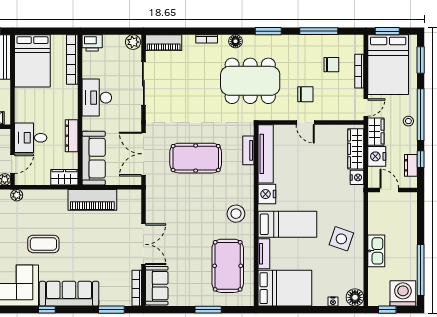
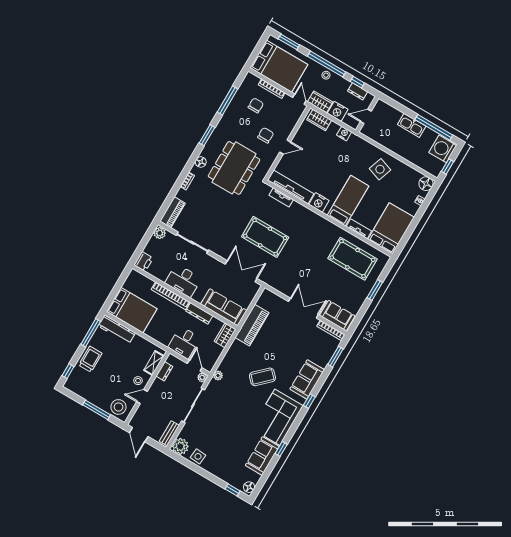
window: (387, 31) -> (255, 53), removed
bookcase: (72, 59) -> (170, 296), moved
wardrobe: (356, 149) -> (319, 120), width x0.67
double door: (143, 154) -> (241, 271), swing flipped
pool table: (196, 158) -> (265, 237), turned 90
stool: (236, 214) -> (320, 232), removed
coffee table: (43, 244) -> (262, 377), turned 46
kitchen sink: (376, 251) -> (412, 125), moved, turned 180
sofa: (69, 294) -> (307, 379), width x0.73

